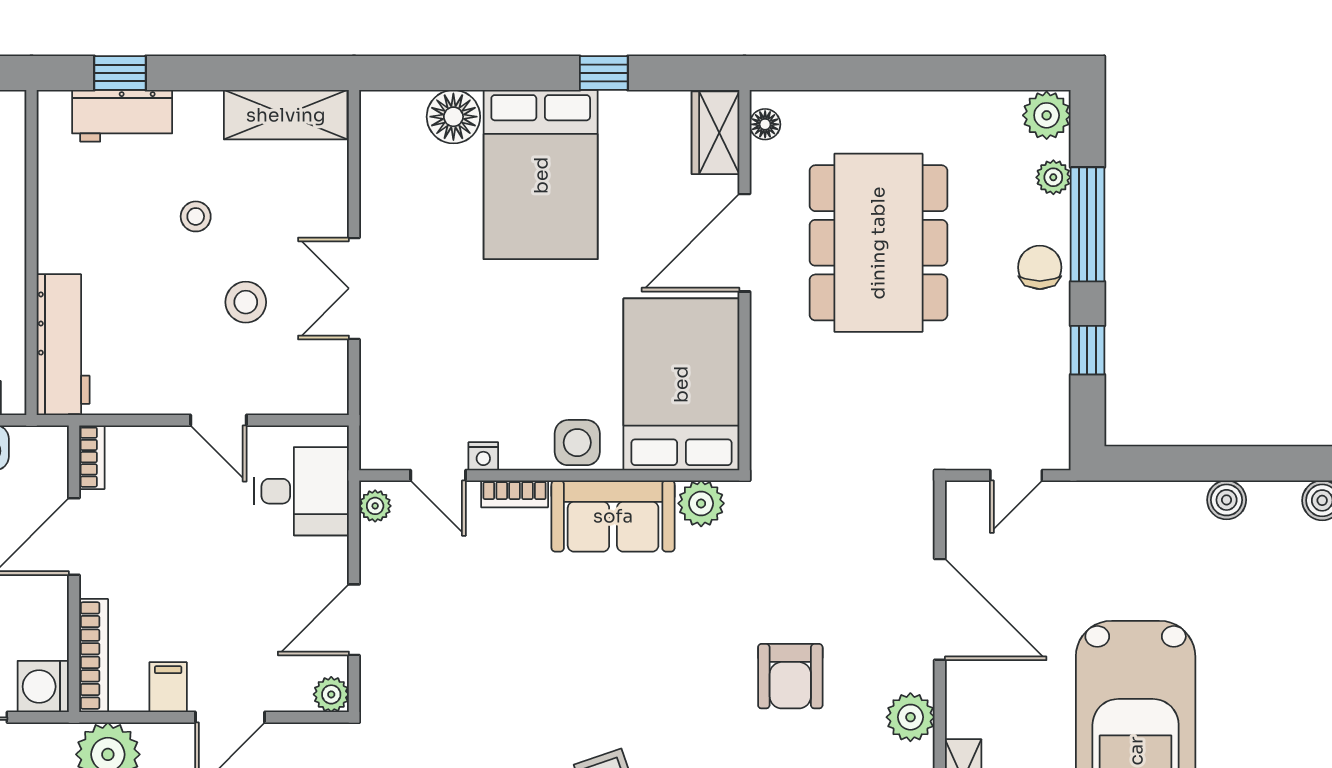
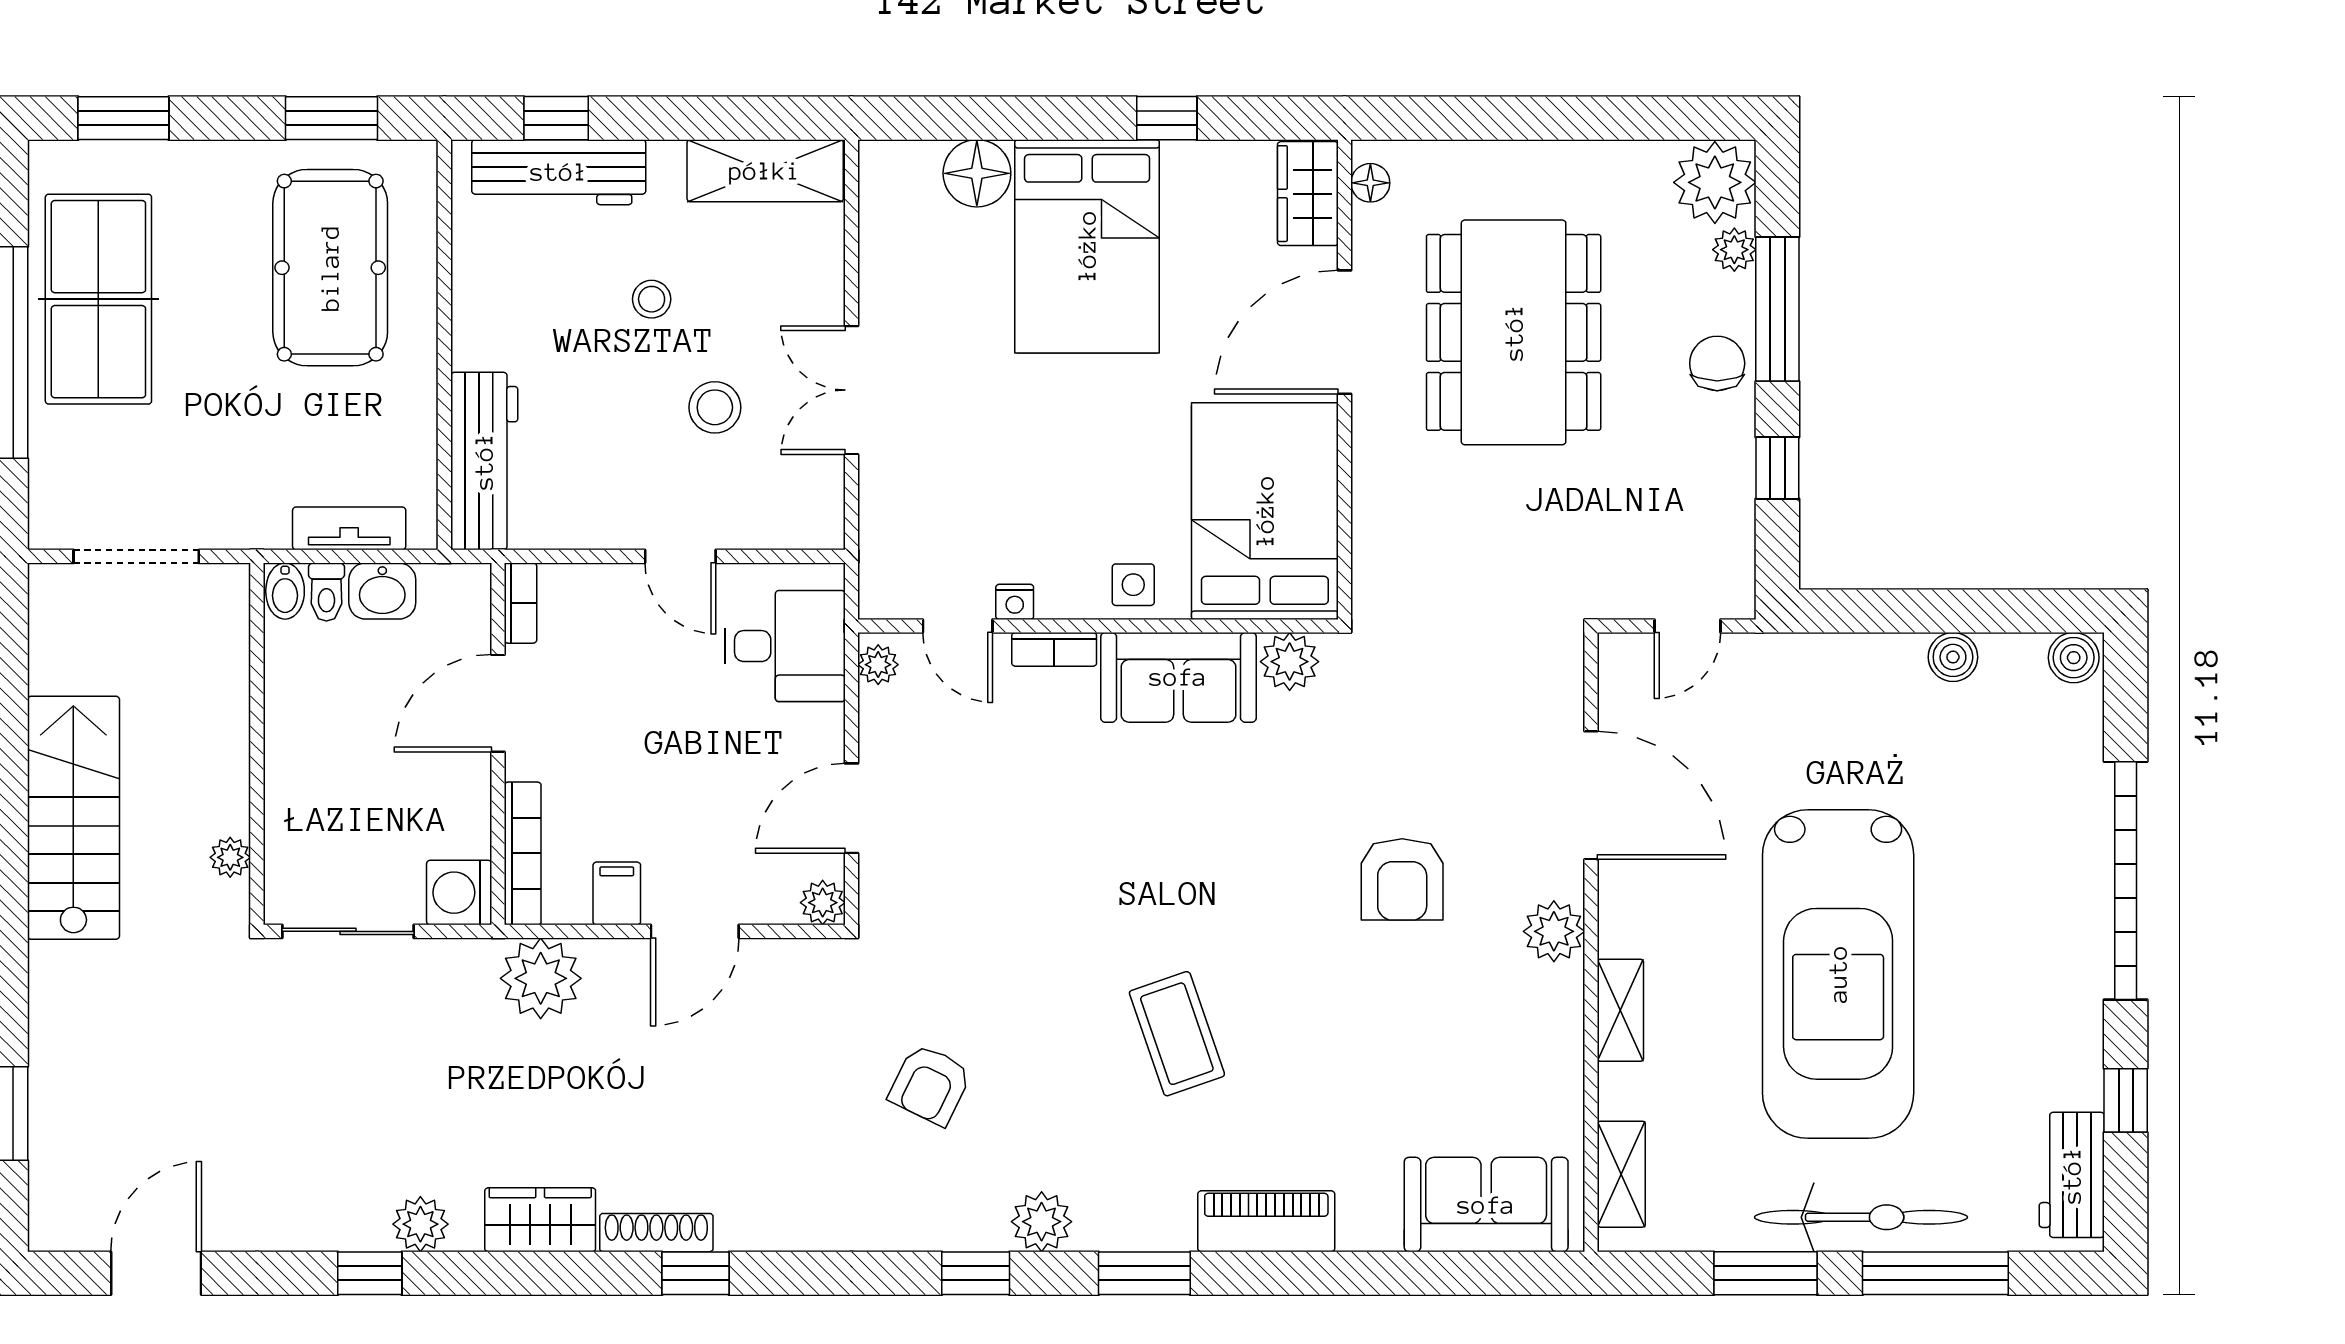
plant: (1047, 115) -> (1715, 182), width x1.36, depth x1.36
workbench: (122, 116) -> (559, 172), width x1.38
side table: (577, 443) -> (1133, 585), width x0.73, depth x0.73

